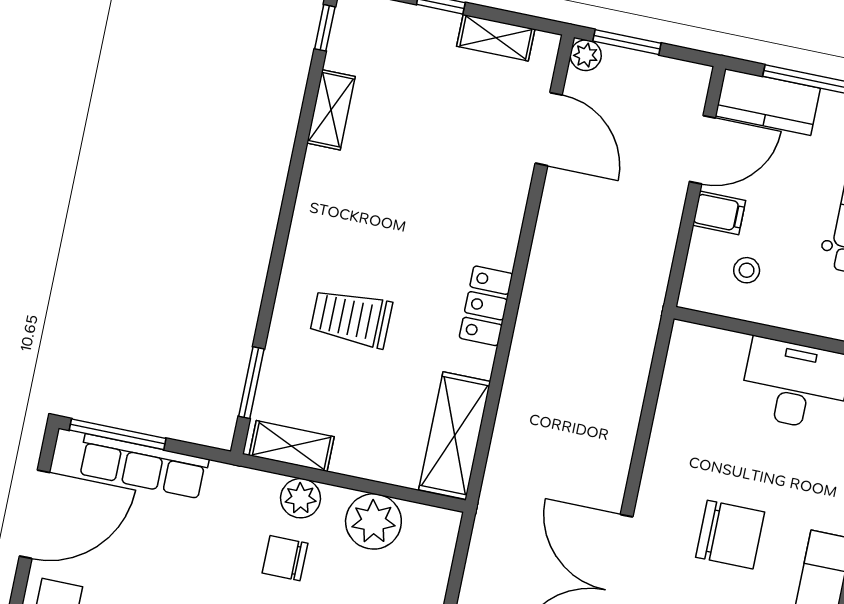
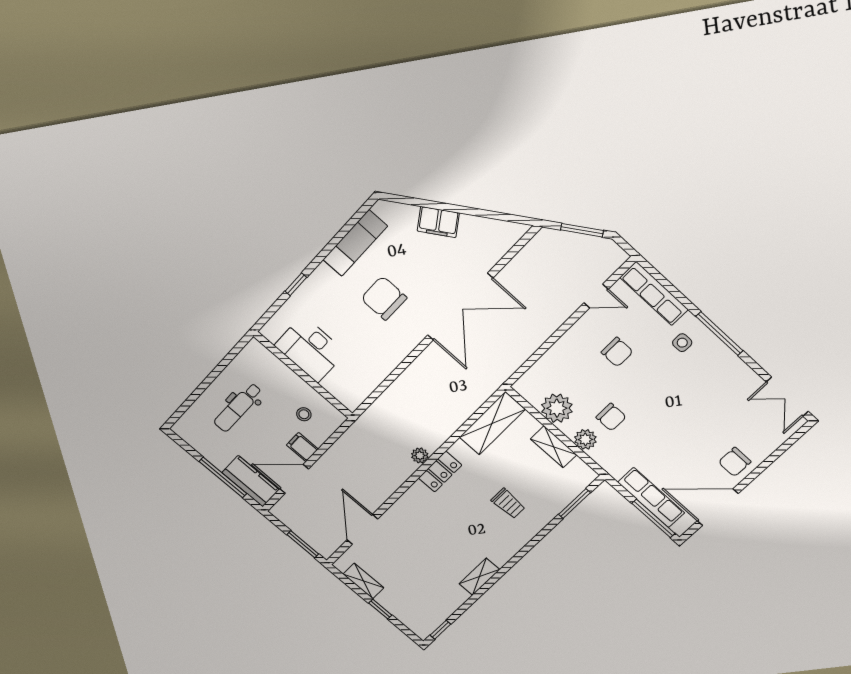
plant: (586, 55) -> (420, 455), moved
shelving: (331, 110) -> (479, 577), moved
trolley: (351, 318) -> (508, 504), width x0.73, depth x0.72
shelving: (292, 446) -> (554, 447), moved

